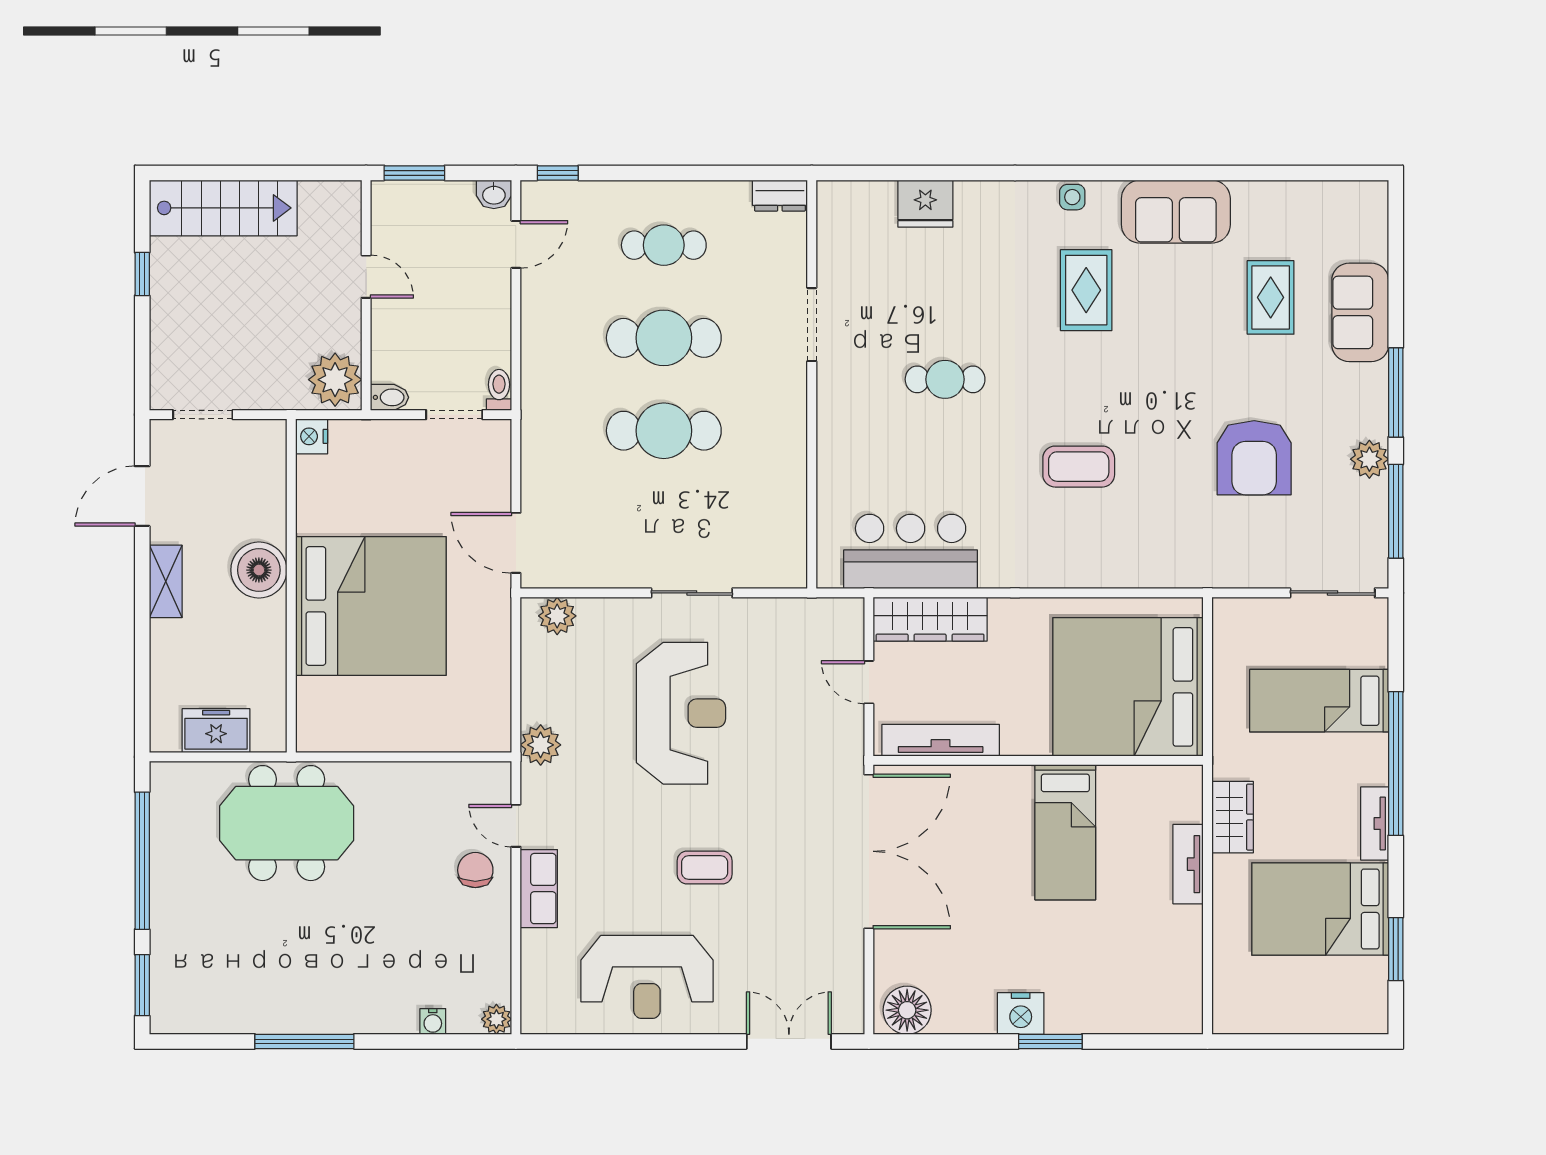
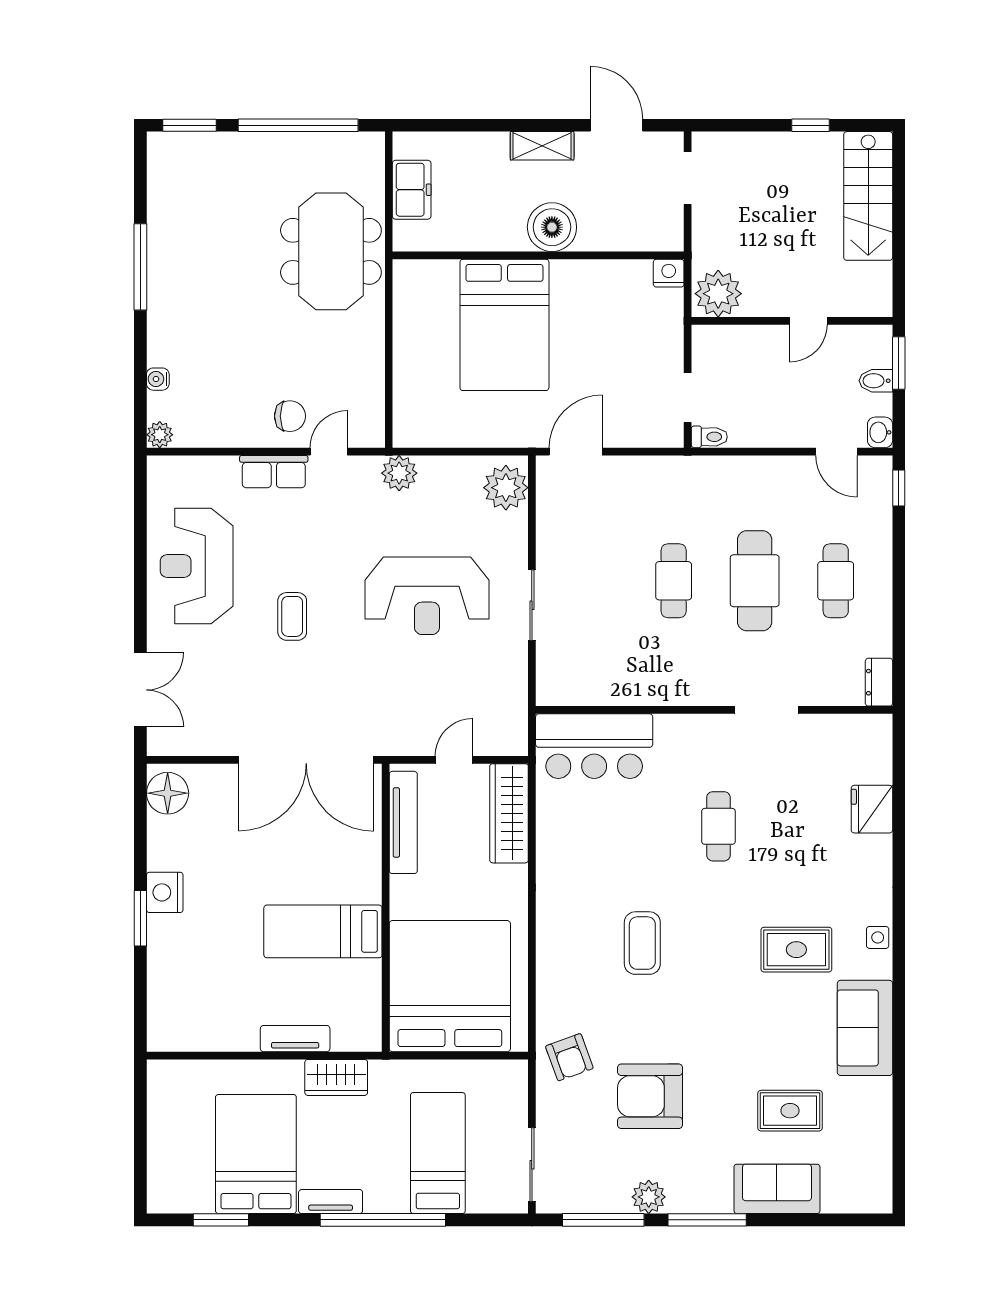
bidet: (389, 397) -> (876, 381), moved, turned 90
cafe table: (664, 431) -> (674, 581), width x0.73, depth x0.74
armchair: (1209, 550) -> (569, 1057), added
bar counter: (911, 551) -> (594, 746), moved, turned 90
bed: (371, 606) -> (504, 325), width x0.73
plant: (557, 616) -> (506, 488), width x1.36, depth x1.36

